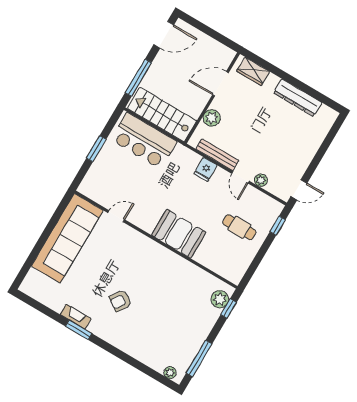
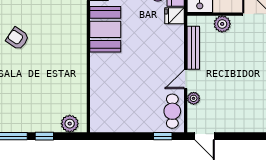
fridge: (206, 169) -> (175, 16), moved
cafe table: (239, 227) -> (172, 111), moved
booth: (179, 234) -> (105, 29), moved
window: (229, 309) -> (44, 136), moved

